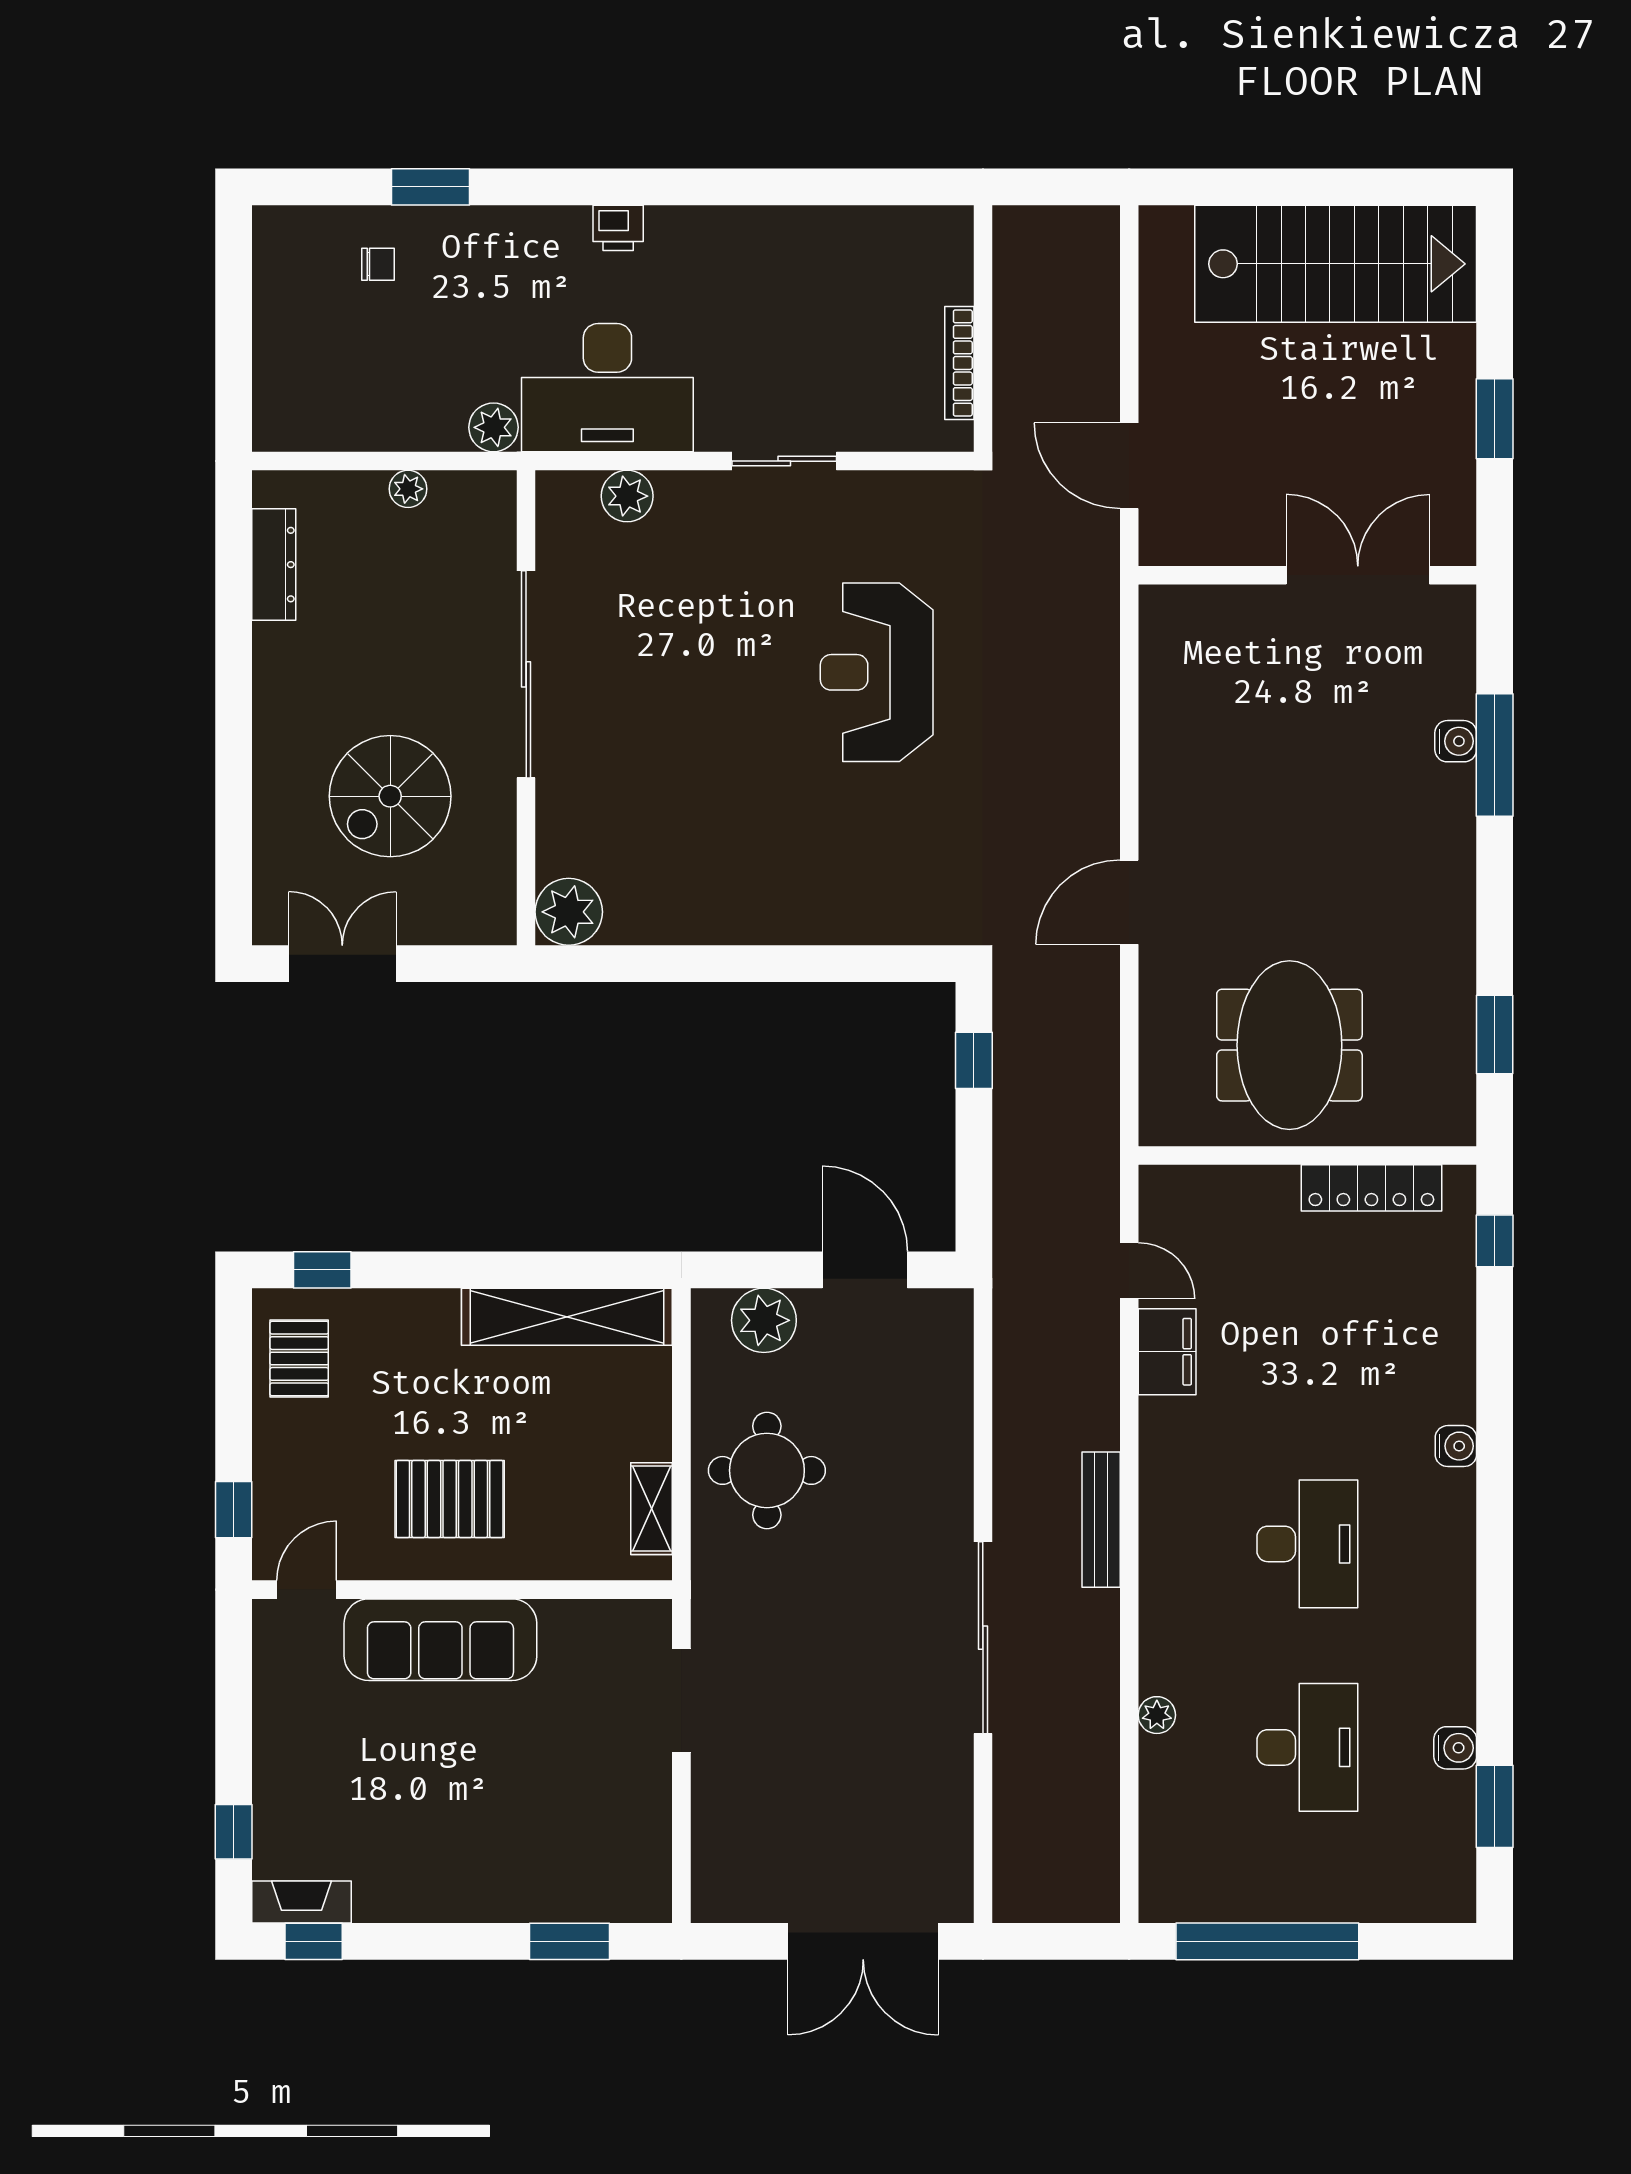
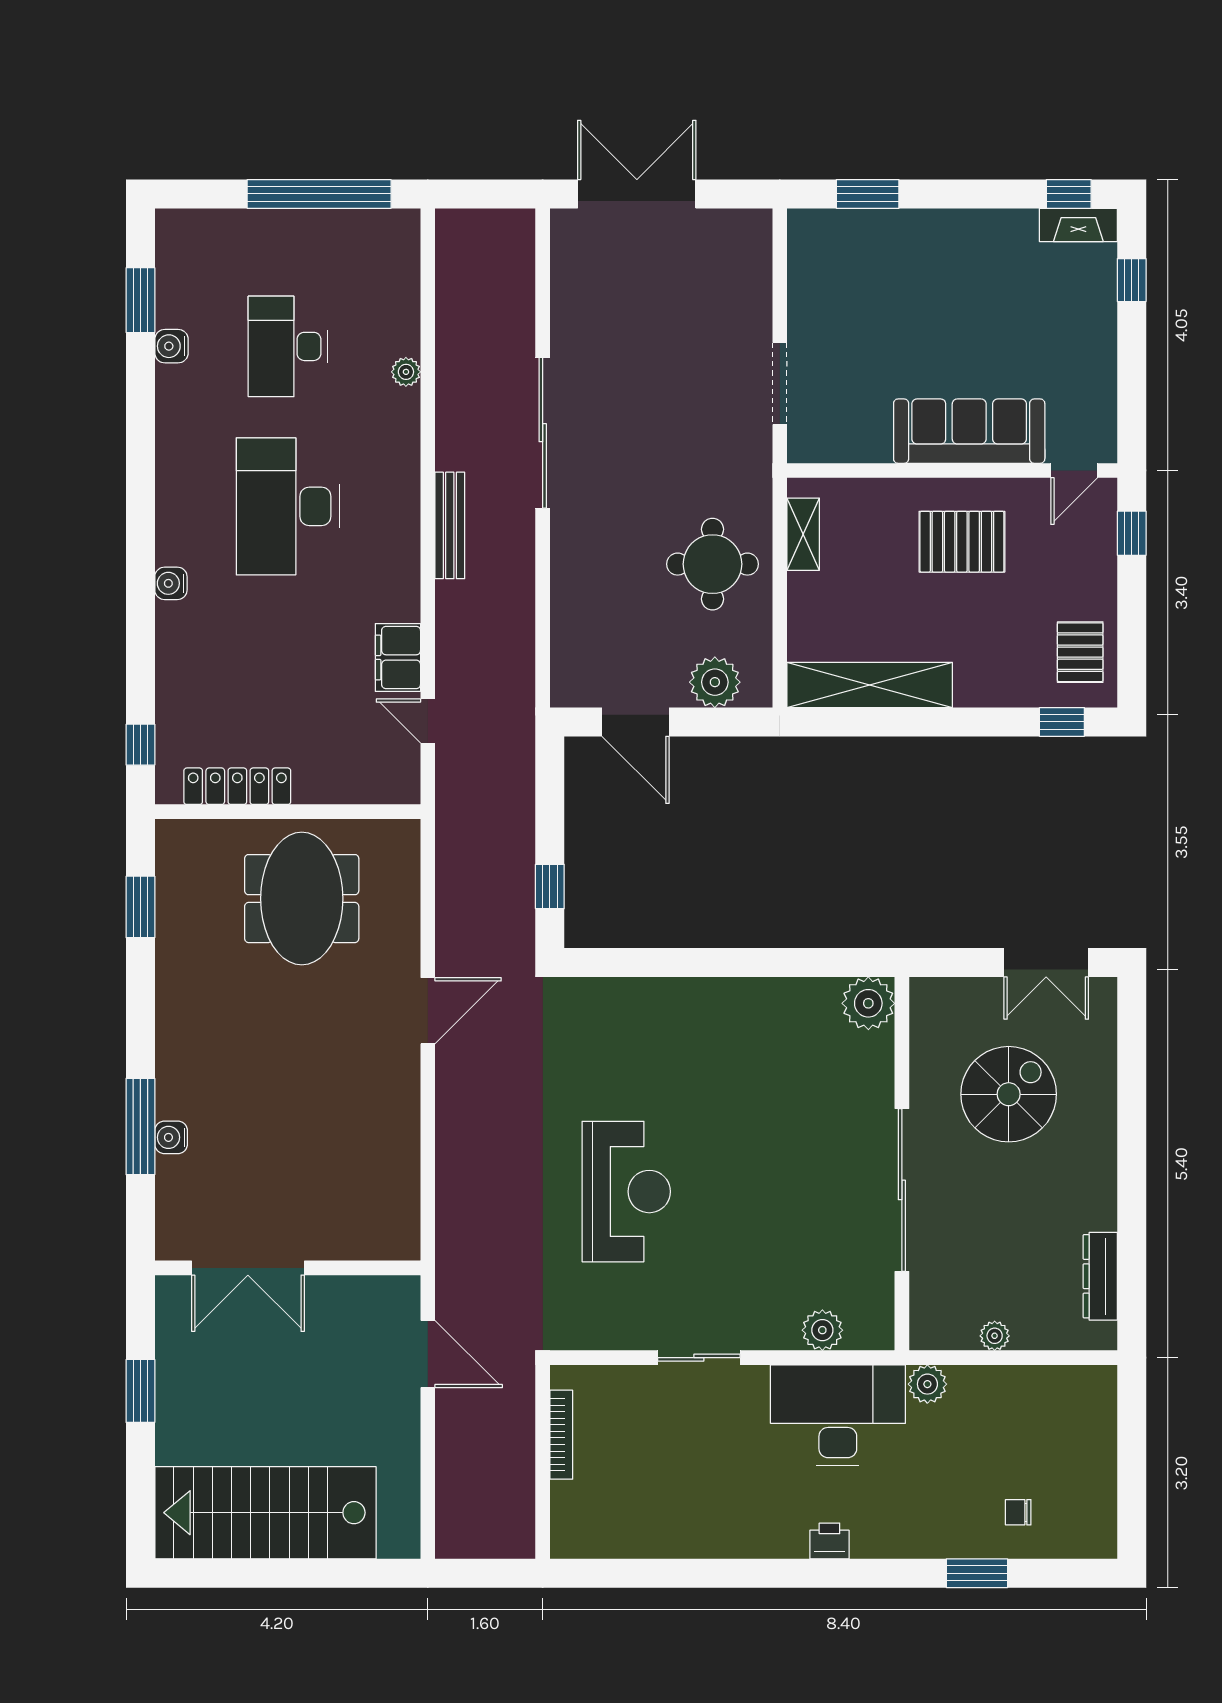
desk: (1307, 1544) -> (288, 506), width x1.36, depth x1.30

